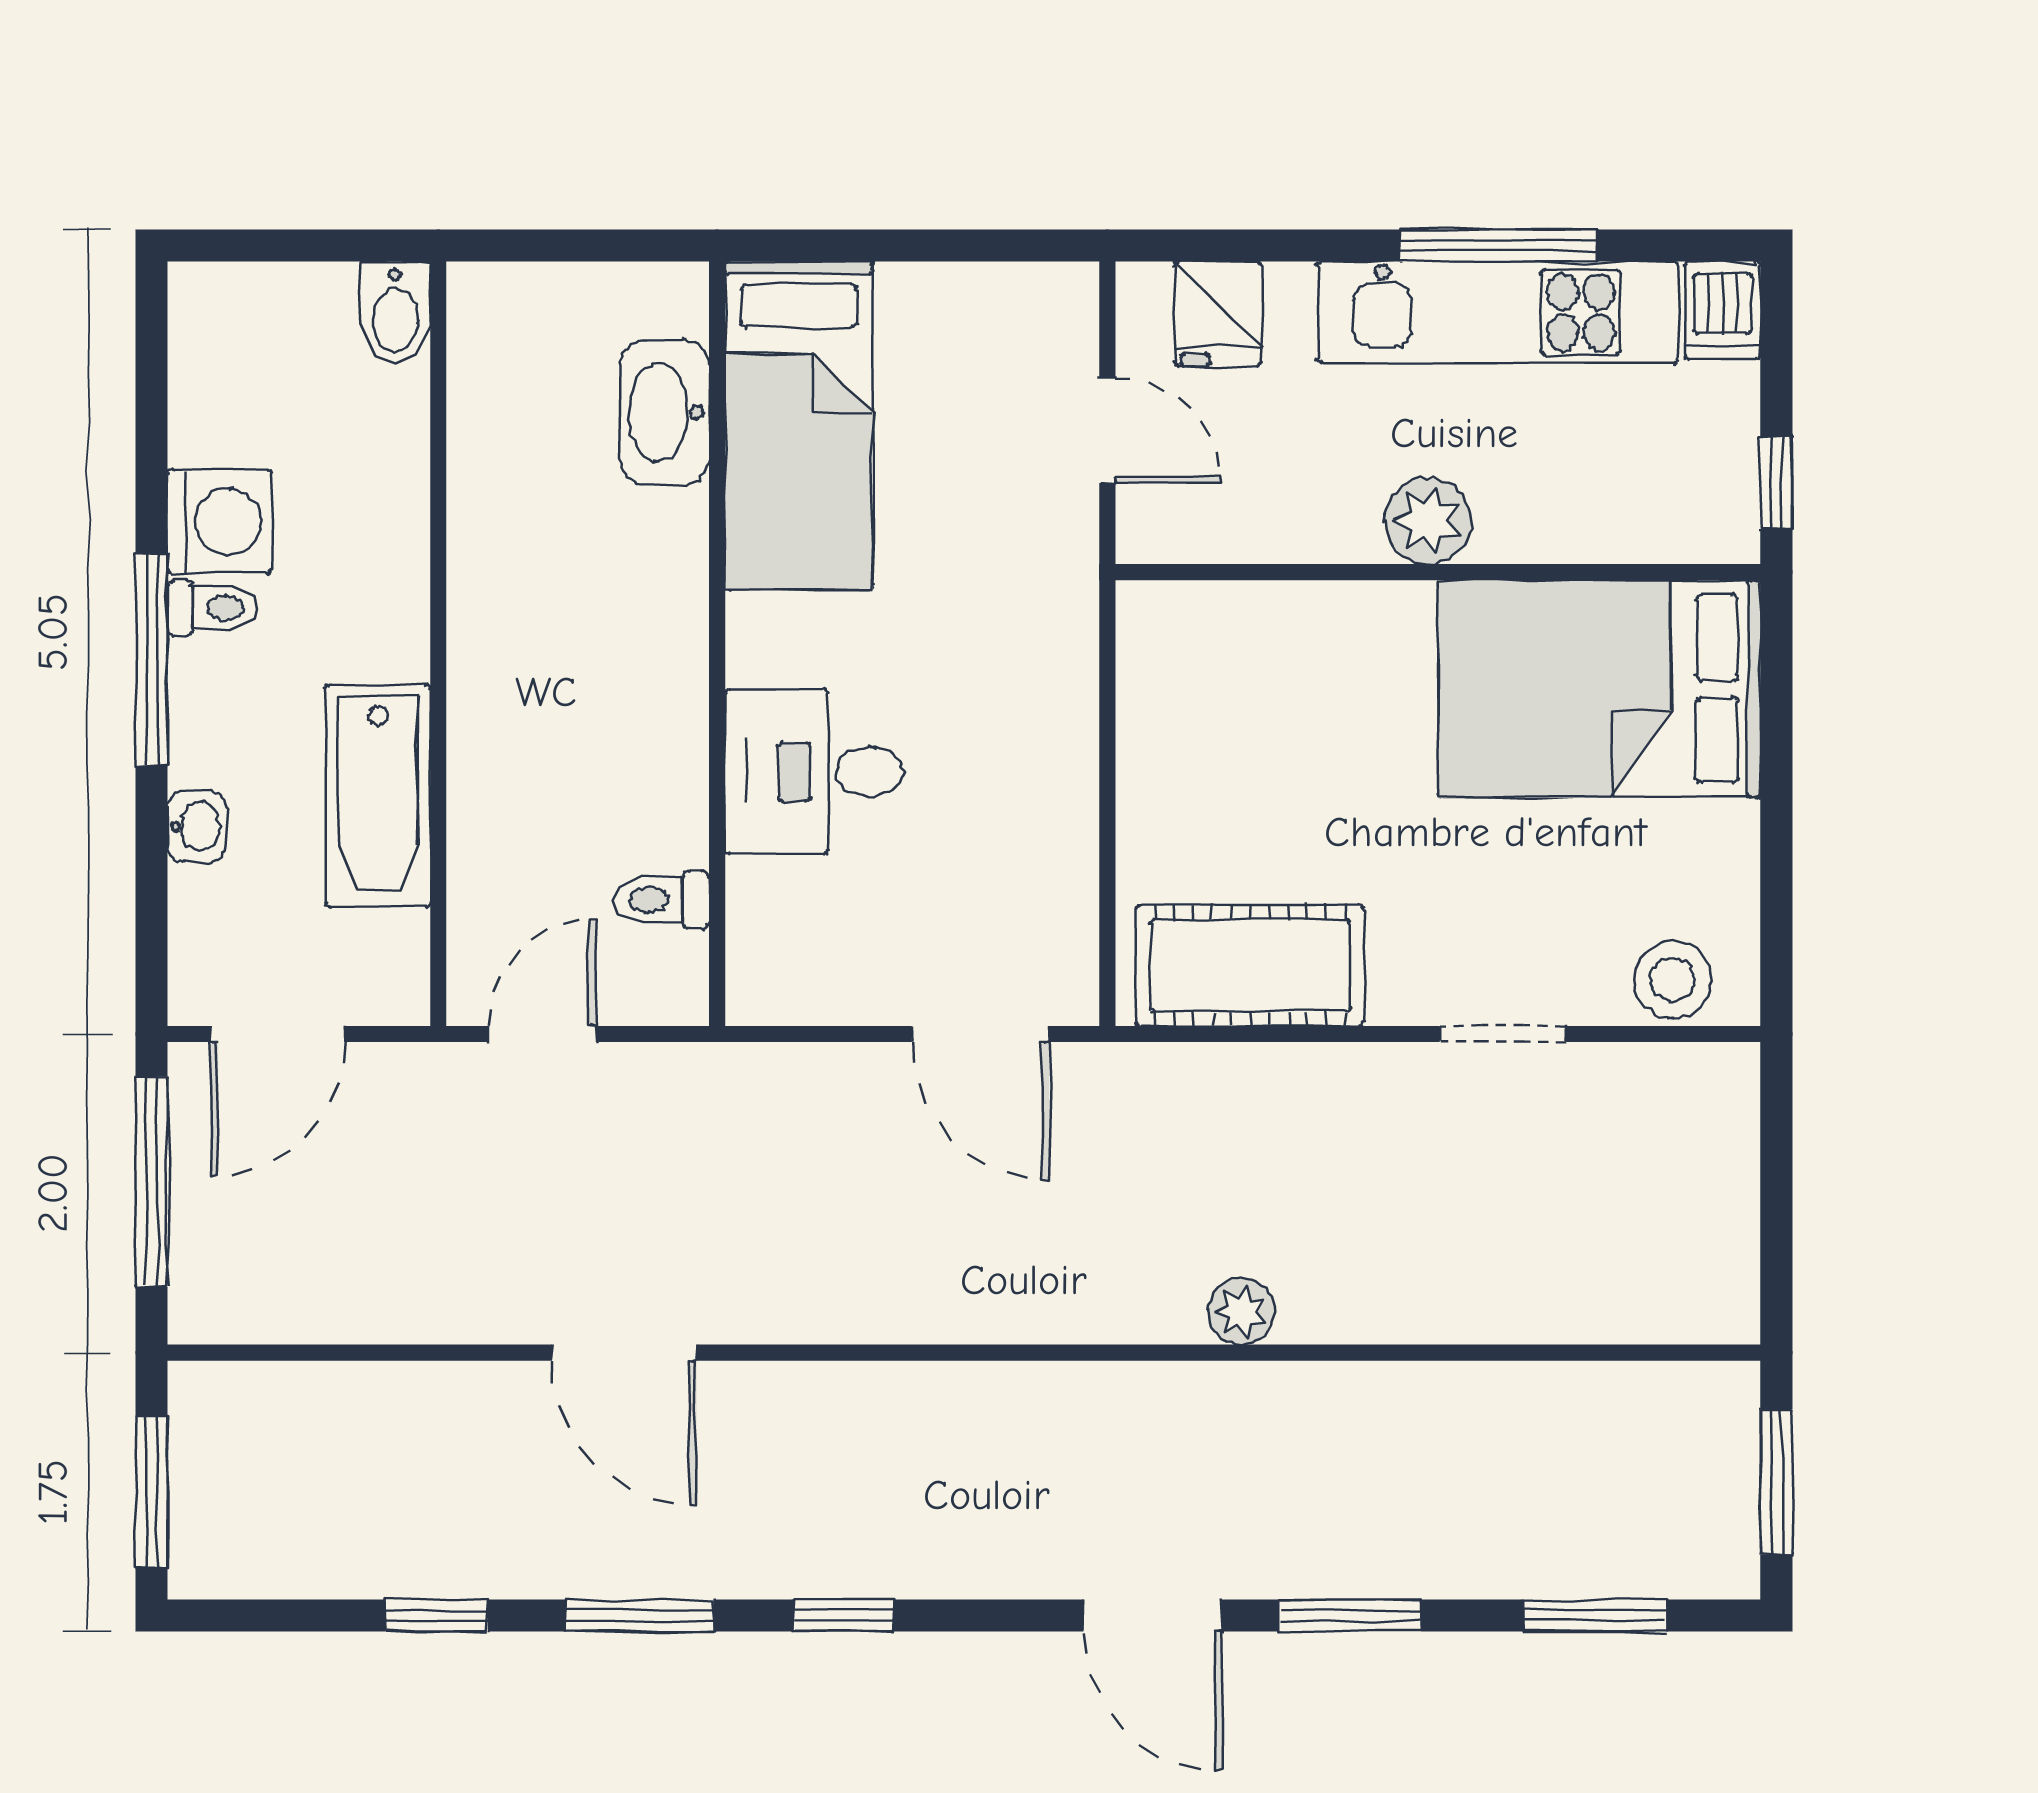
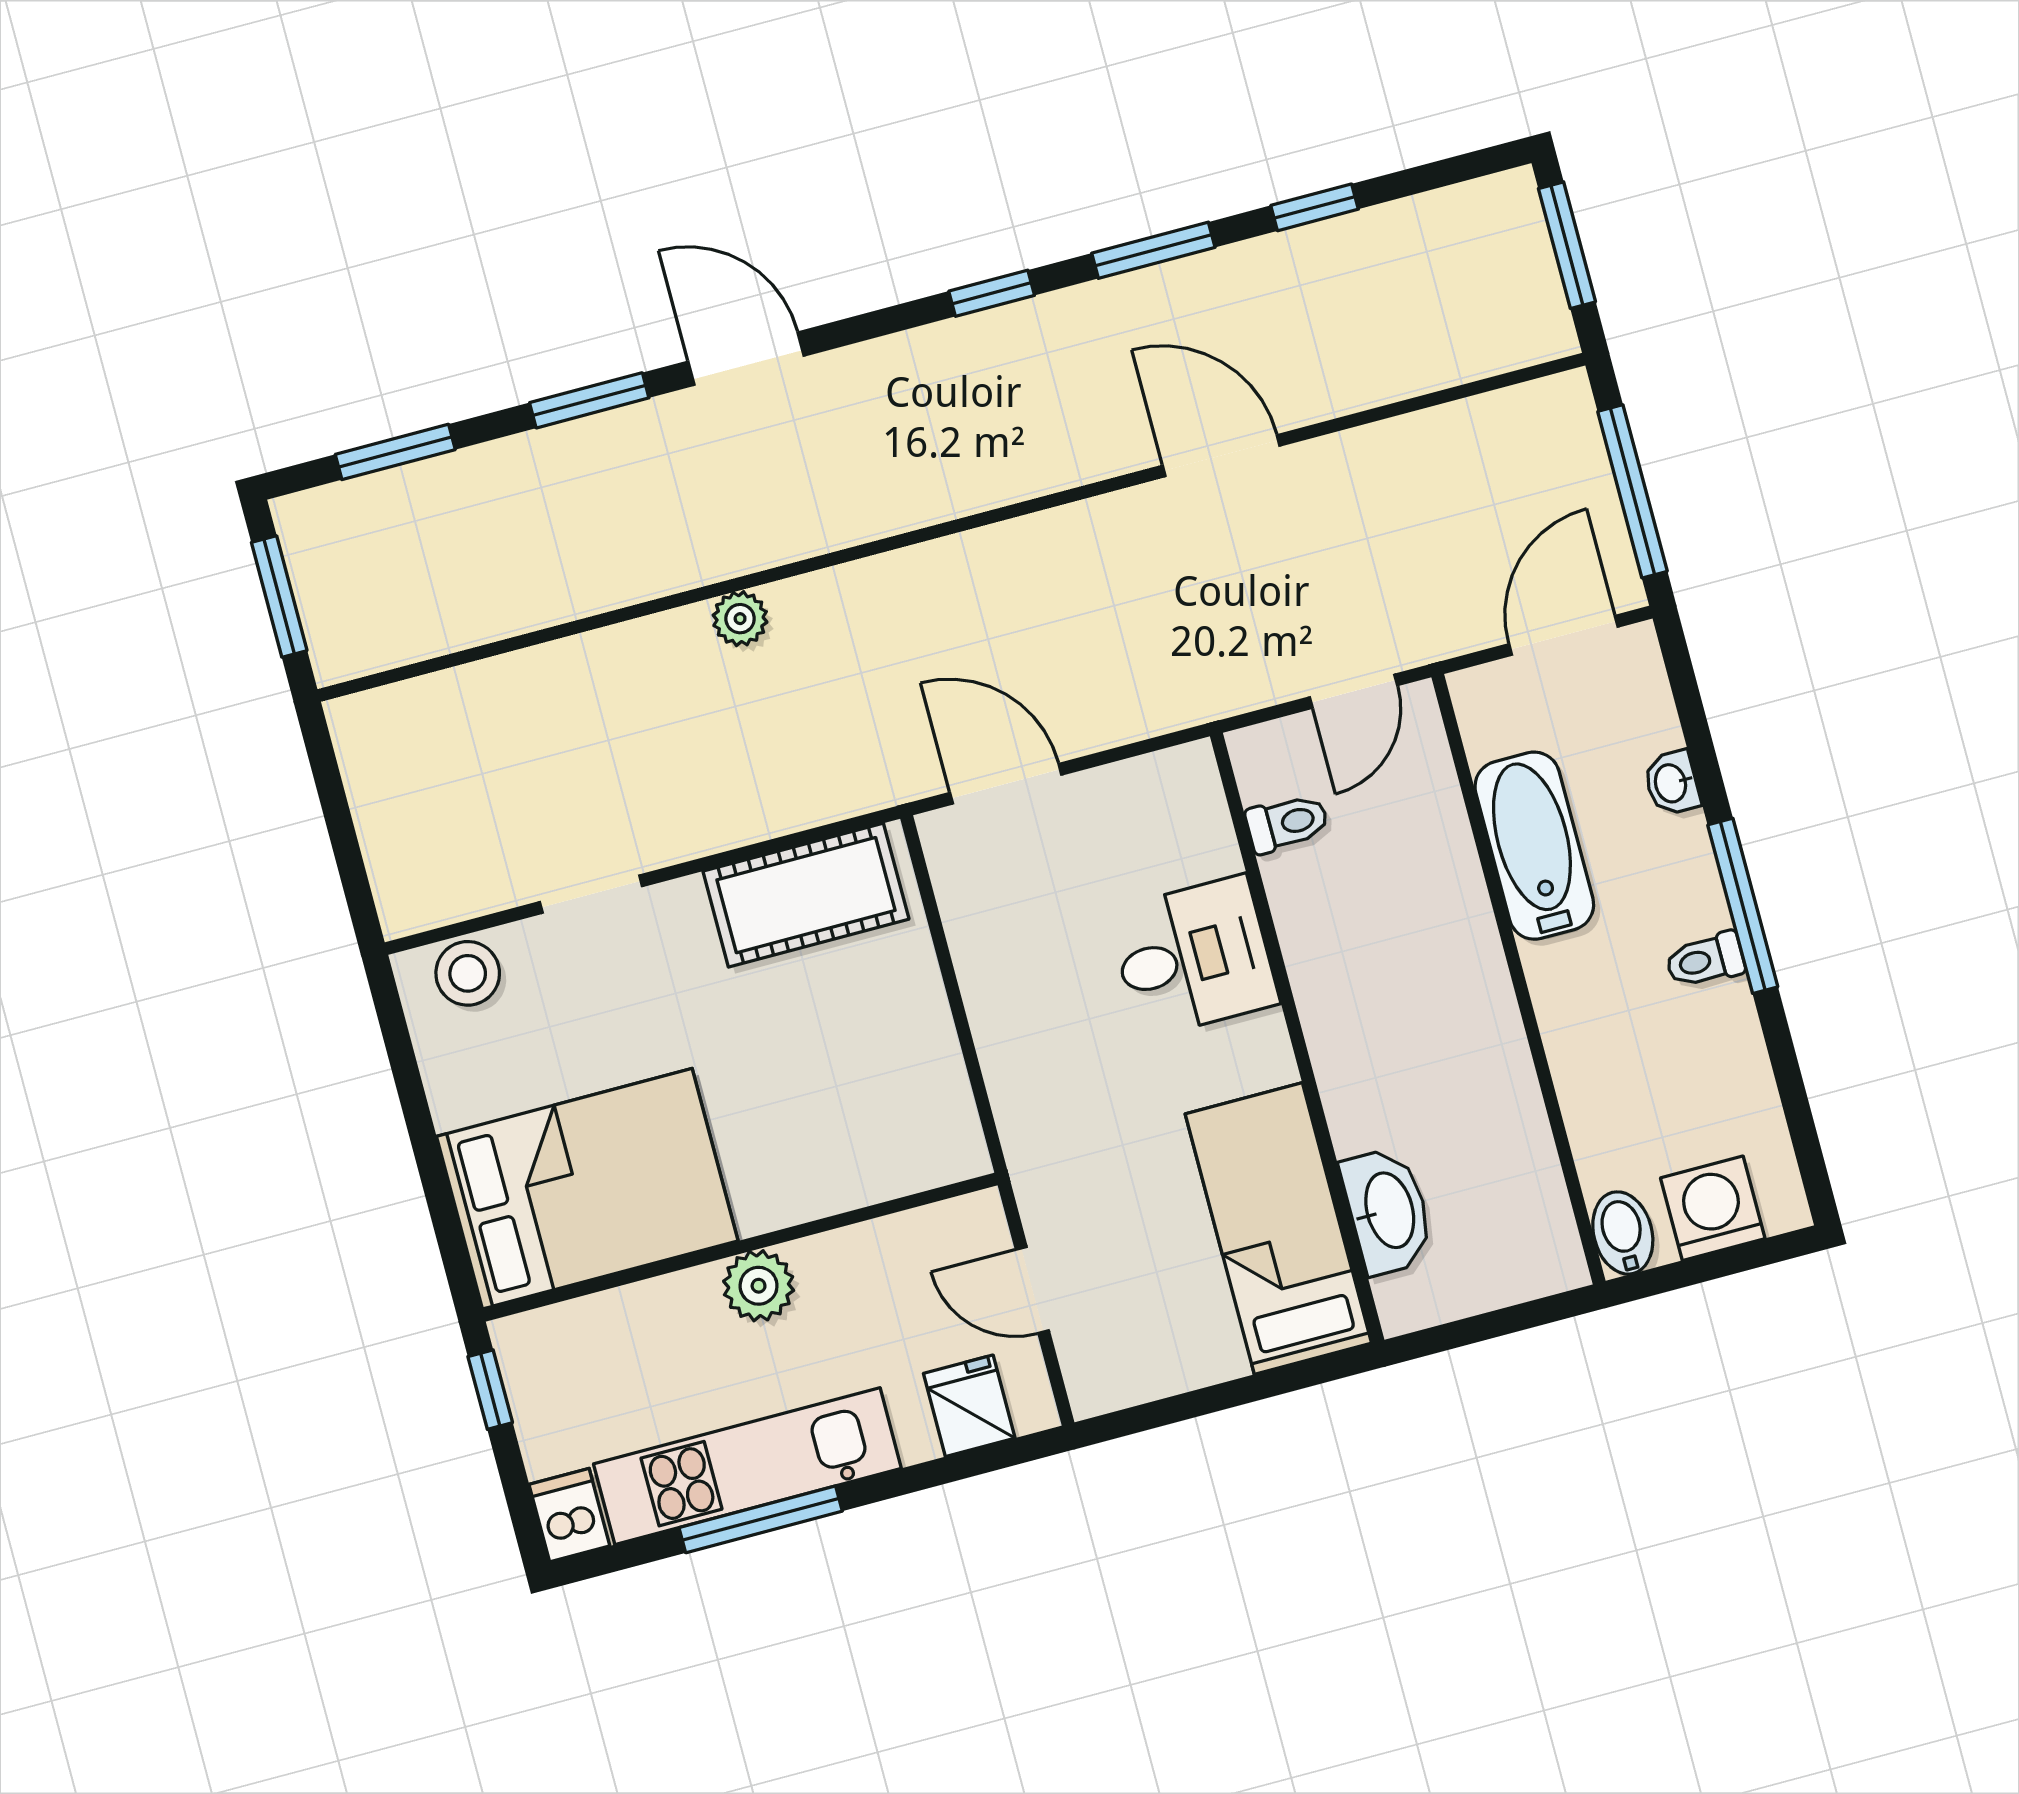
washing machine: (219, 522) -> (1713, 1208), moved, turned 90

